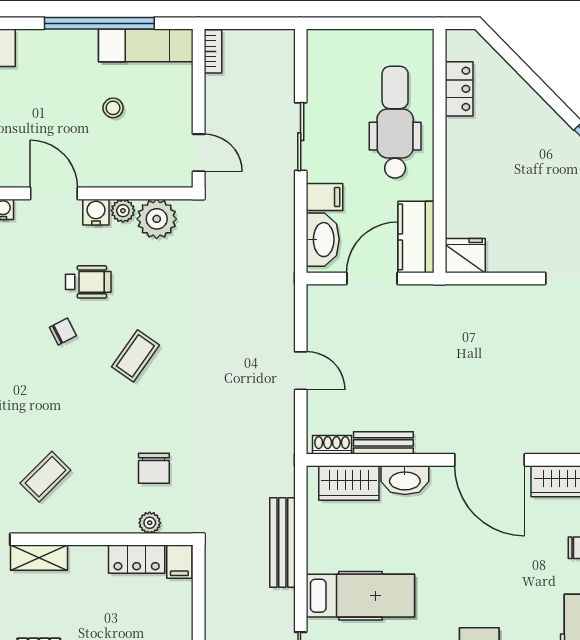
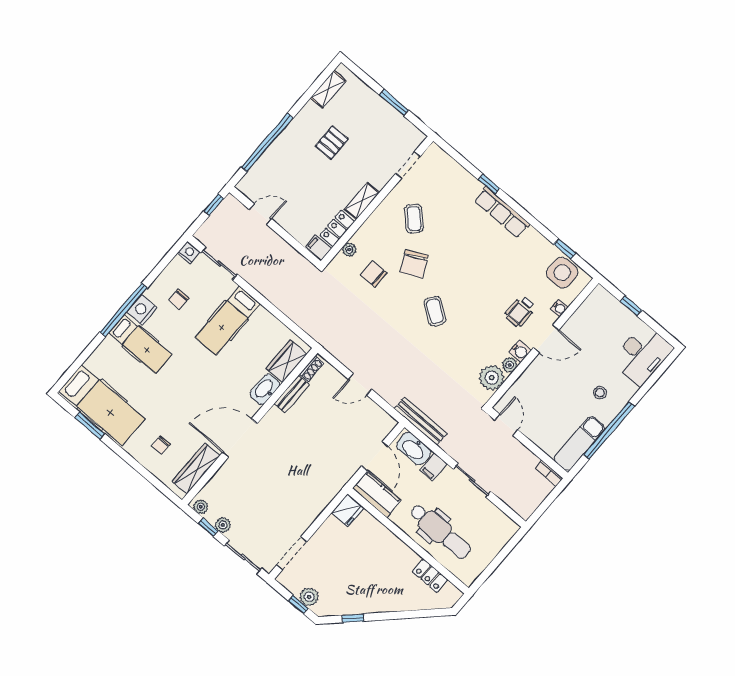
stool: (113, 108) -> (600, 393), moved
door: (199, 153) -> (506, 425), swing flipped
wheelchair: (88, 282) -> (520, 311), moved
chair: (63, 331) -> (414, 264), moved, width x1.87, depth x1.87
bench: (282, 543) -> (421, 421), moved
shelving: (39, 558) -> (362, 201), moved

